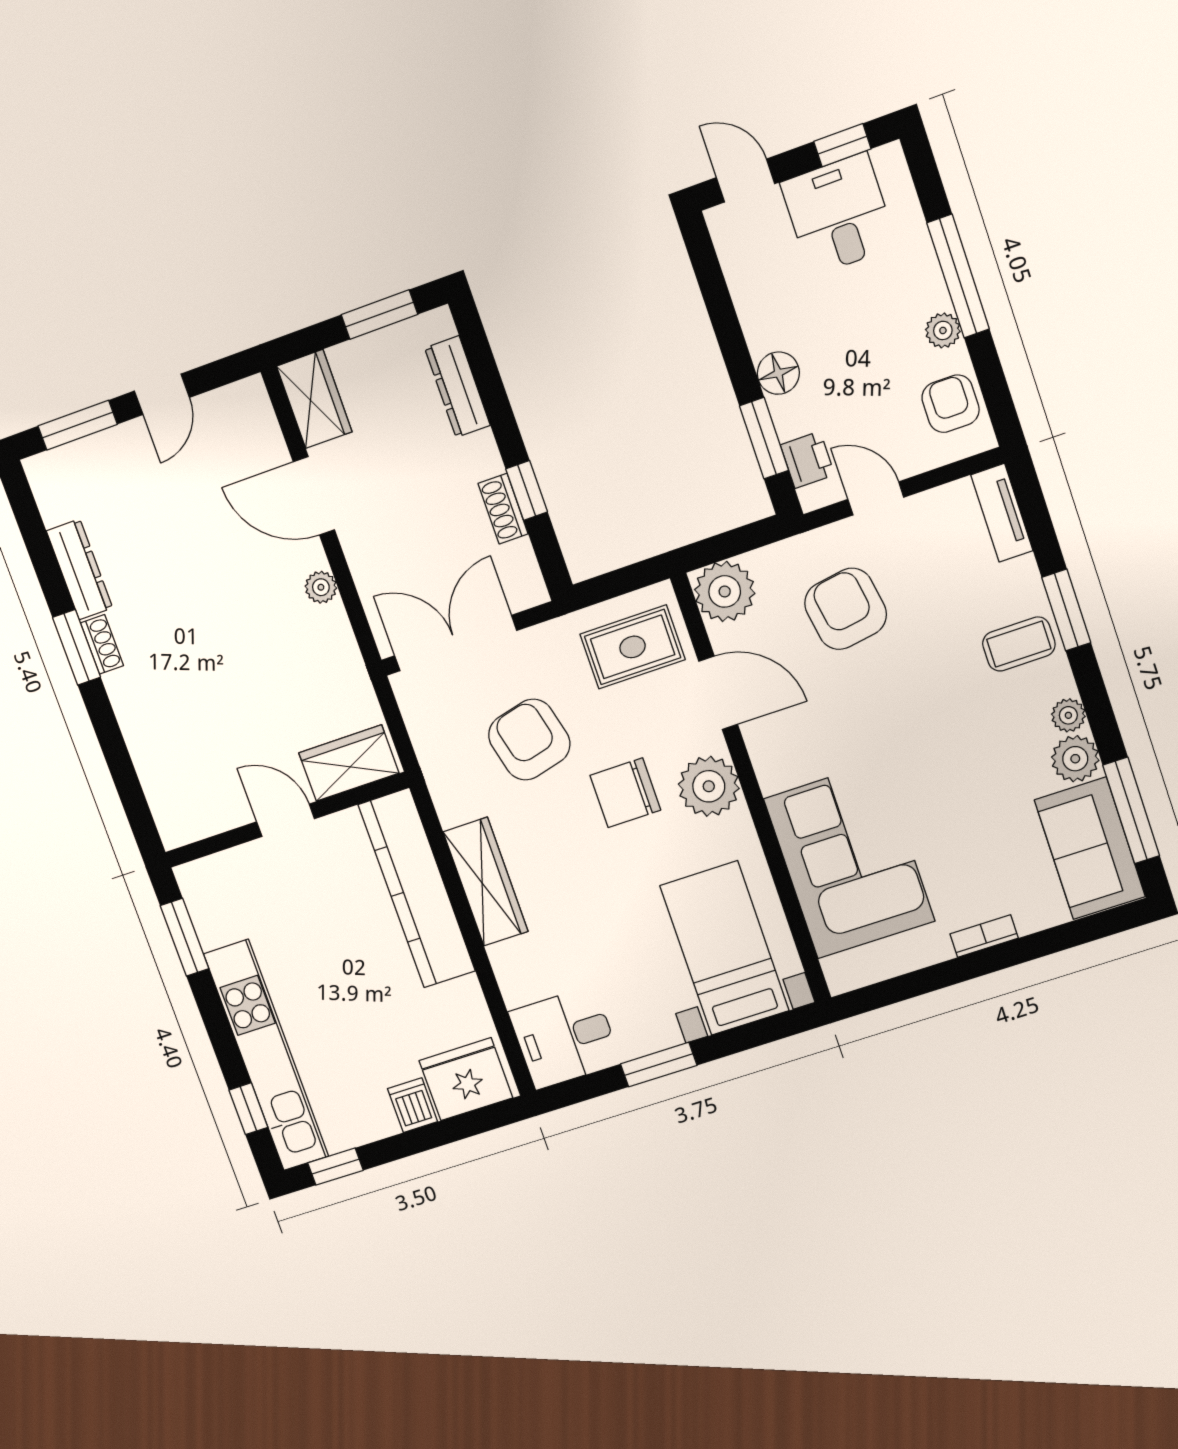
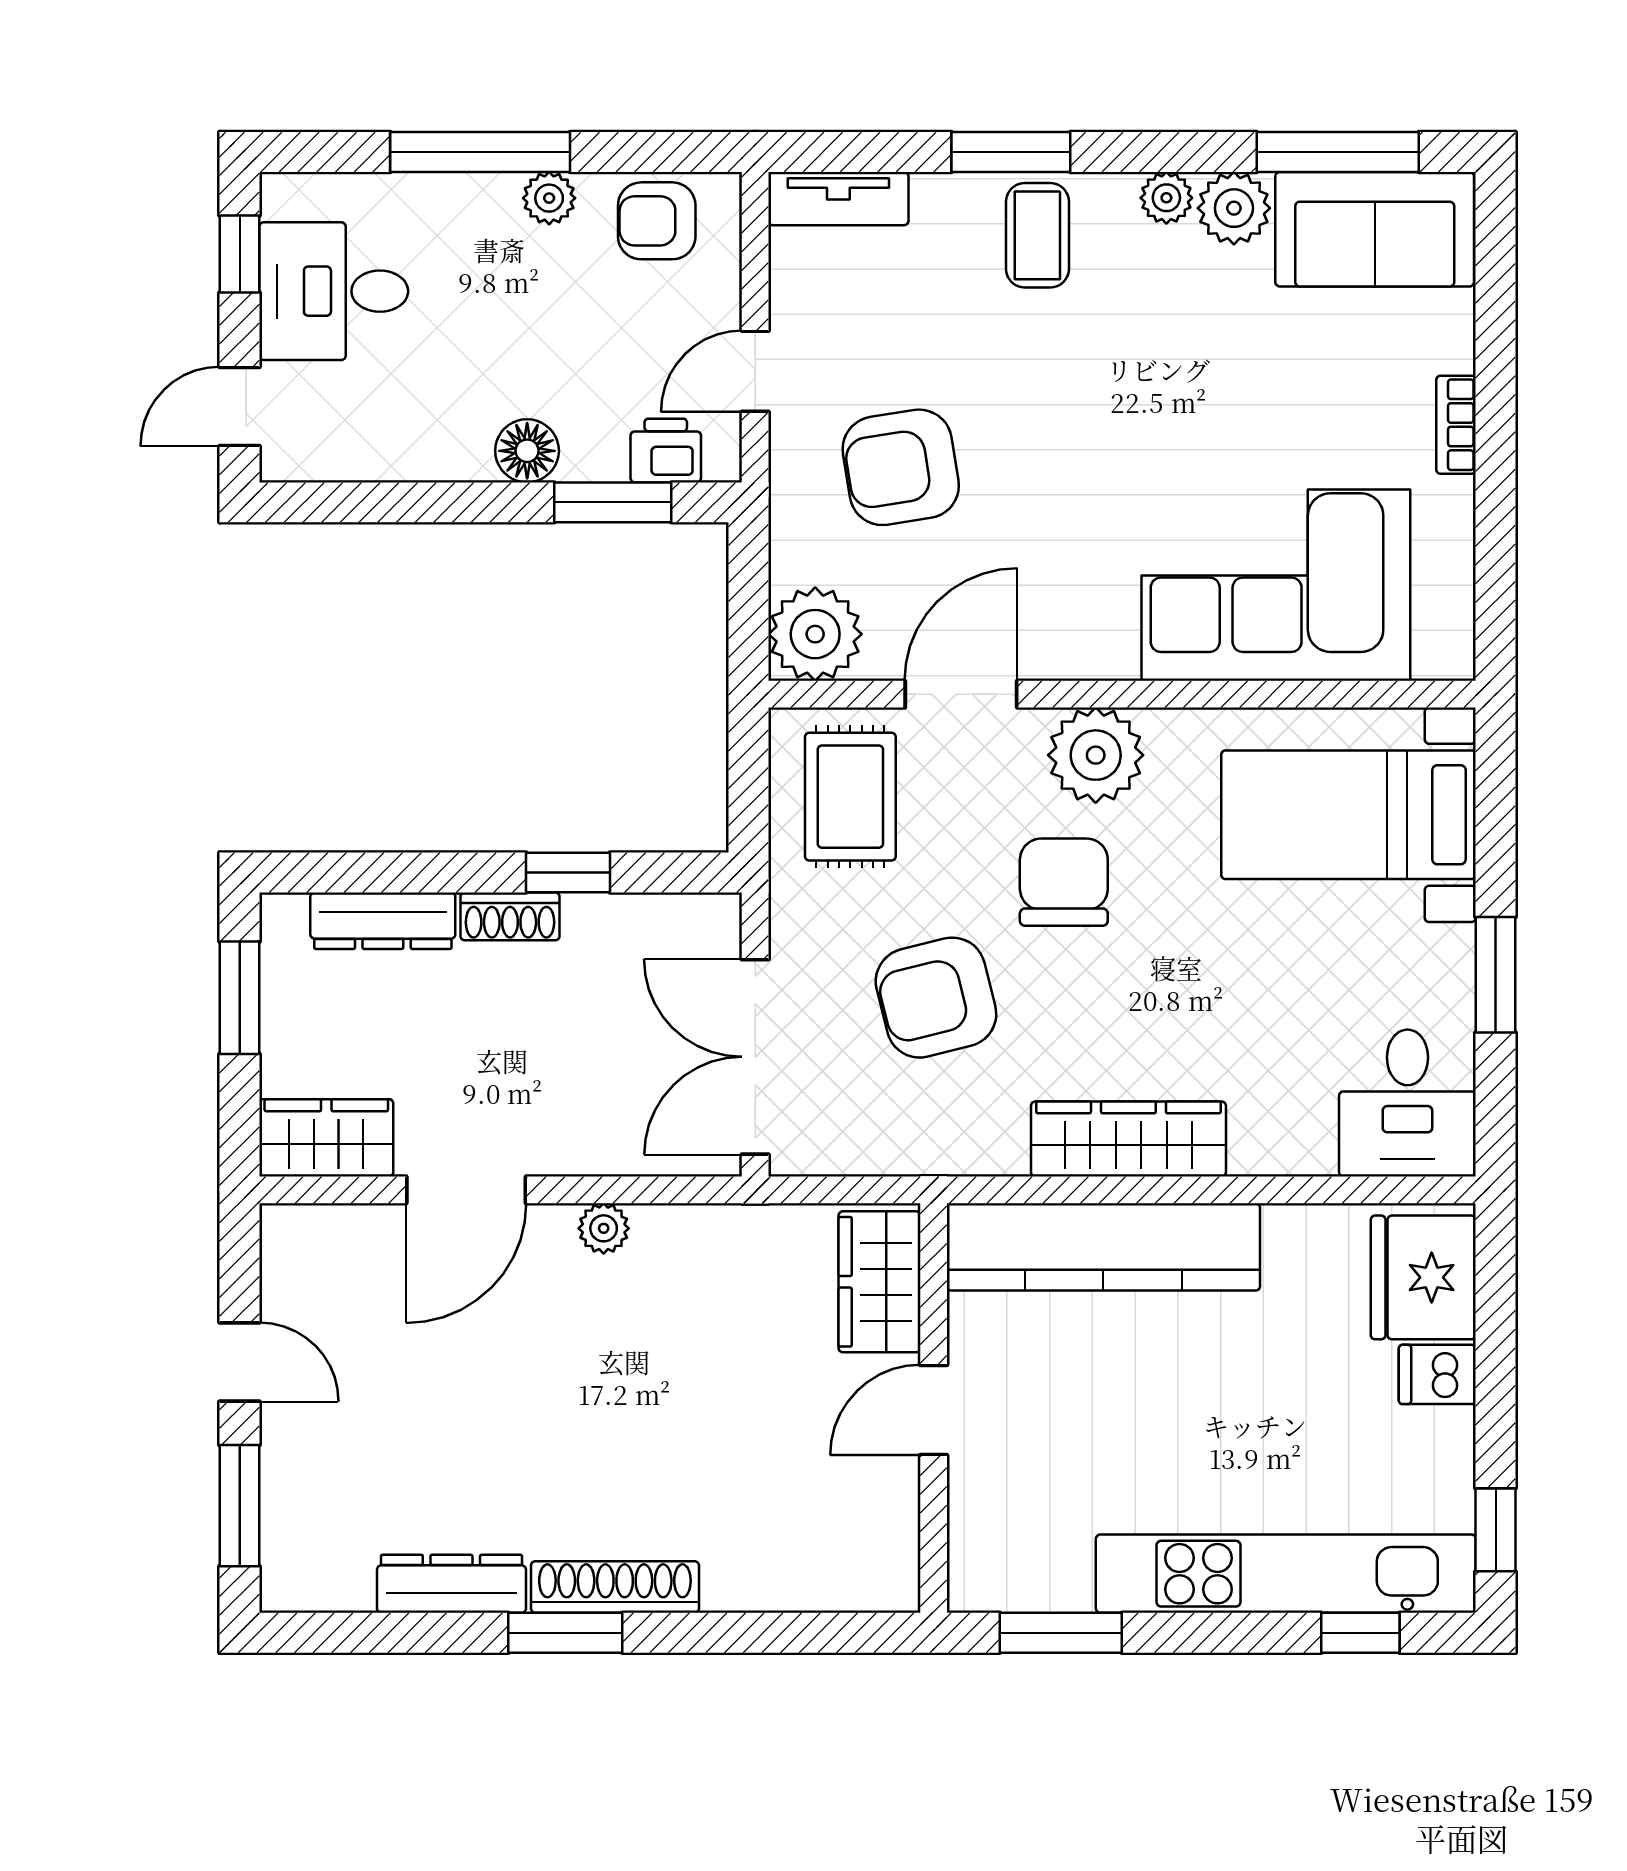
shoe rack: (503, 509) -> (510, 916), moved
shoe rack: (102, 644) -> (615, 1587), width x1.94, depth x1.24
chair: (625, 793) -> (1064, 882), turned 180

